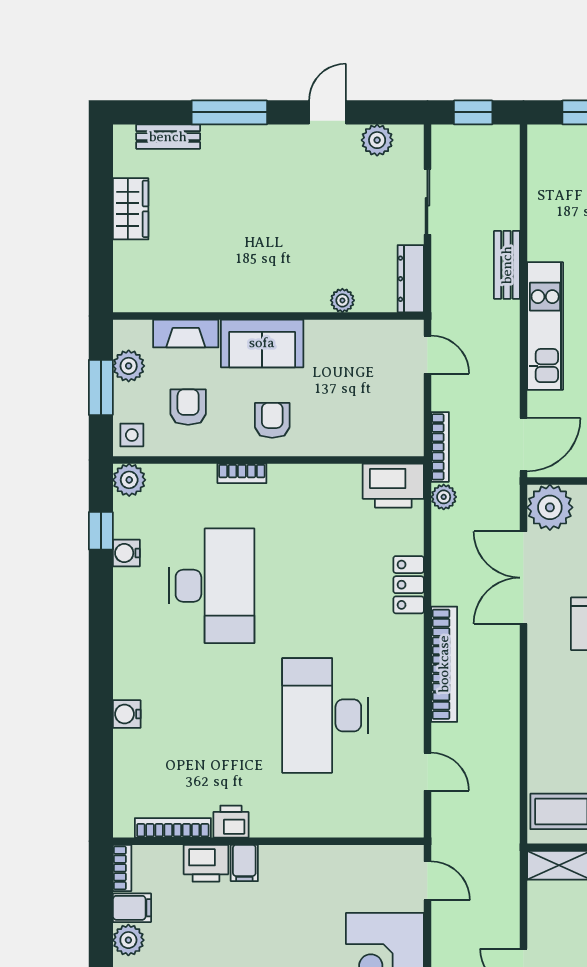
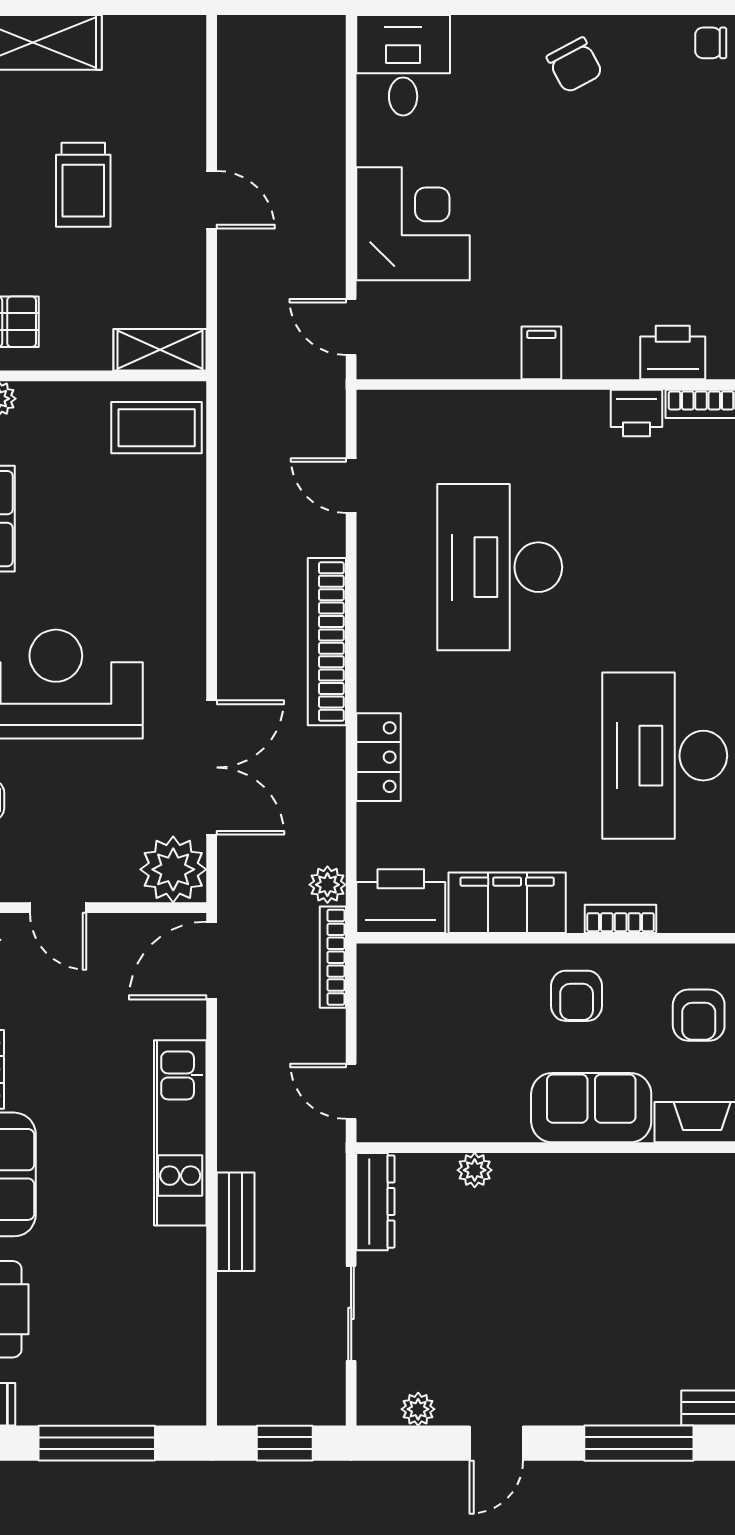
plant: (377, 140) -> (418, 1409), width x0.73, depth x0.73
filing cabinet: (320, 484) -> (507, 903), added
desk: (325, 715) -> (500, 567), turned 180
filing cabinet: (244, 863) -> (541, 353), moved

